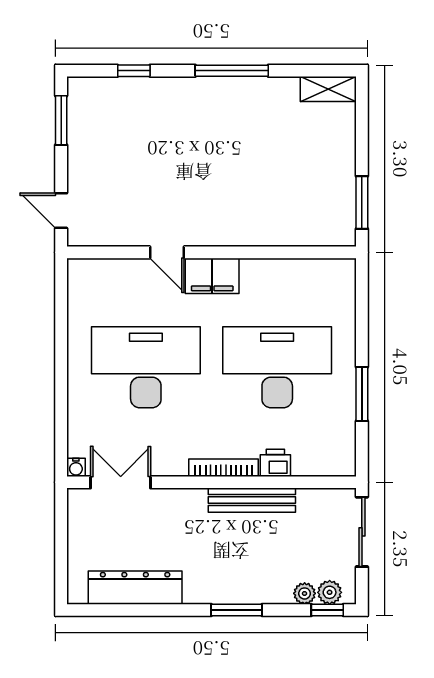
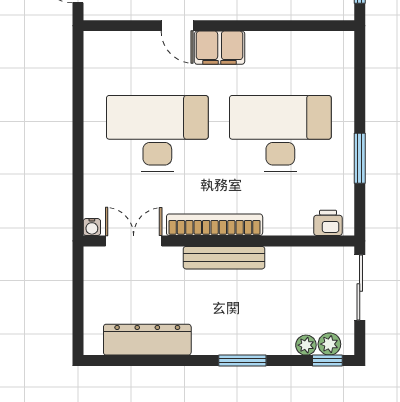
printer: (275, 463) -> (328, 223), moved
bookcase: (224, 468) -> (215, 225), width x1.48, depth x1.31
bench: (252, 500) -> (224, 258), moved

